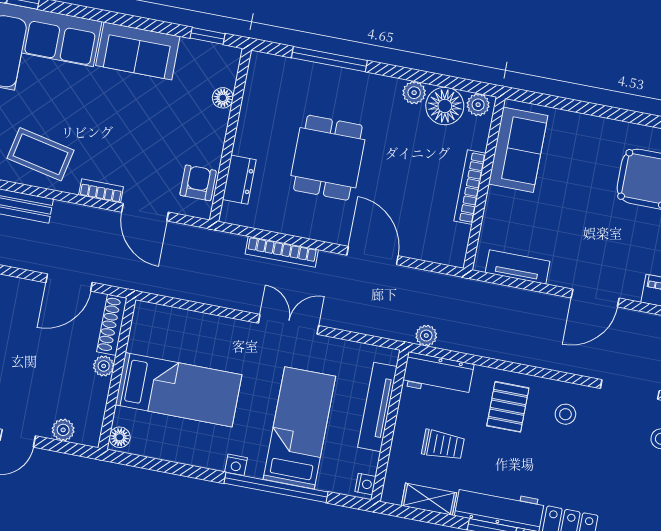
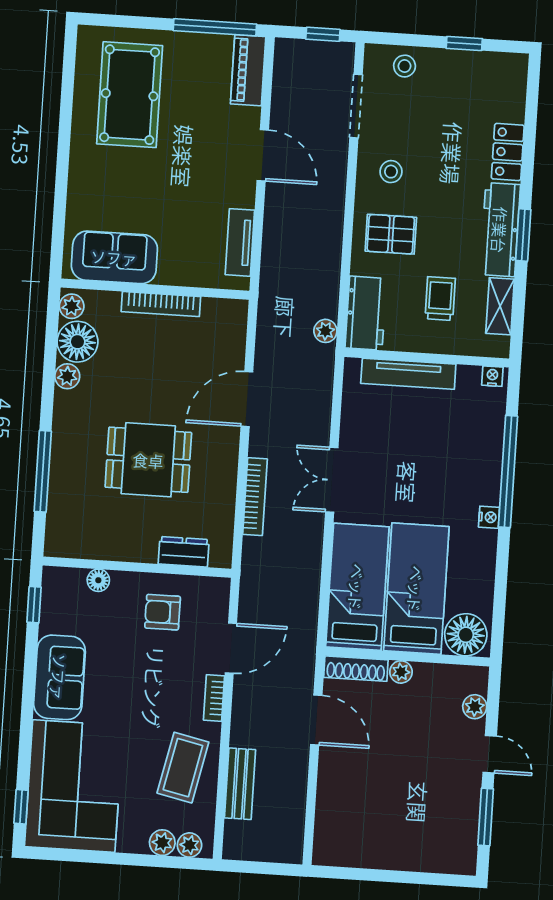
armchair: (198, 183) -> (163, 612), moved
bed: (299, 428) -> (357, 587), moved, turned 90
floor lamp: (120, 437) -> (466, 635), width x1.89, depth x1.89

